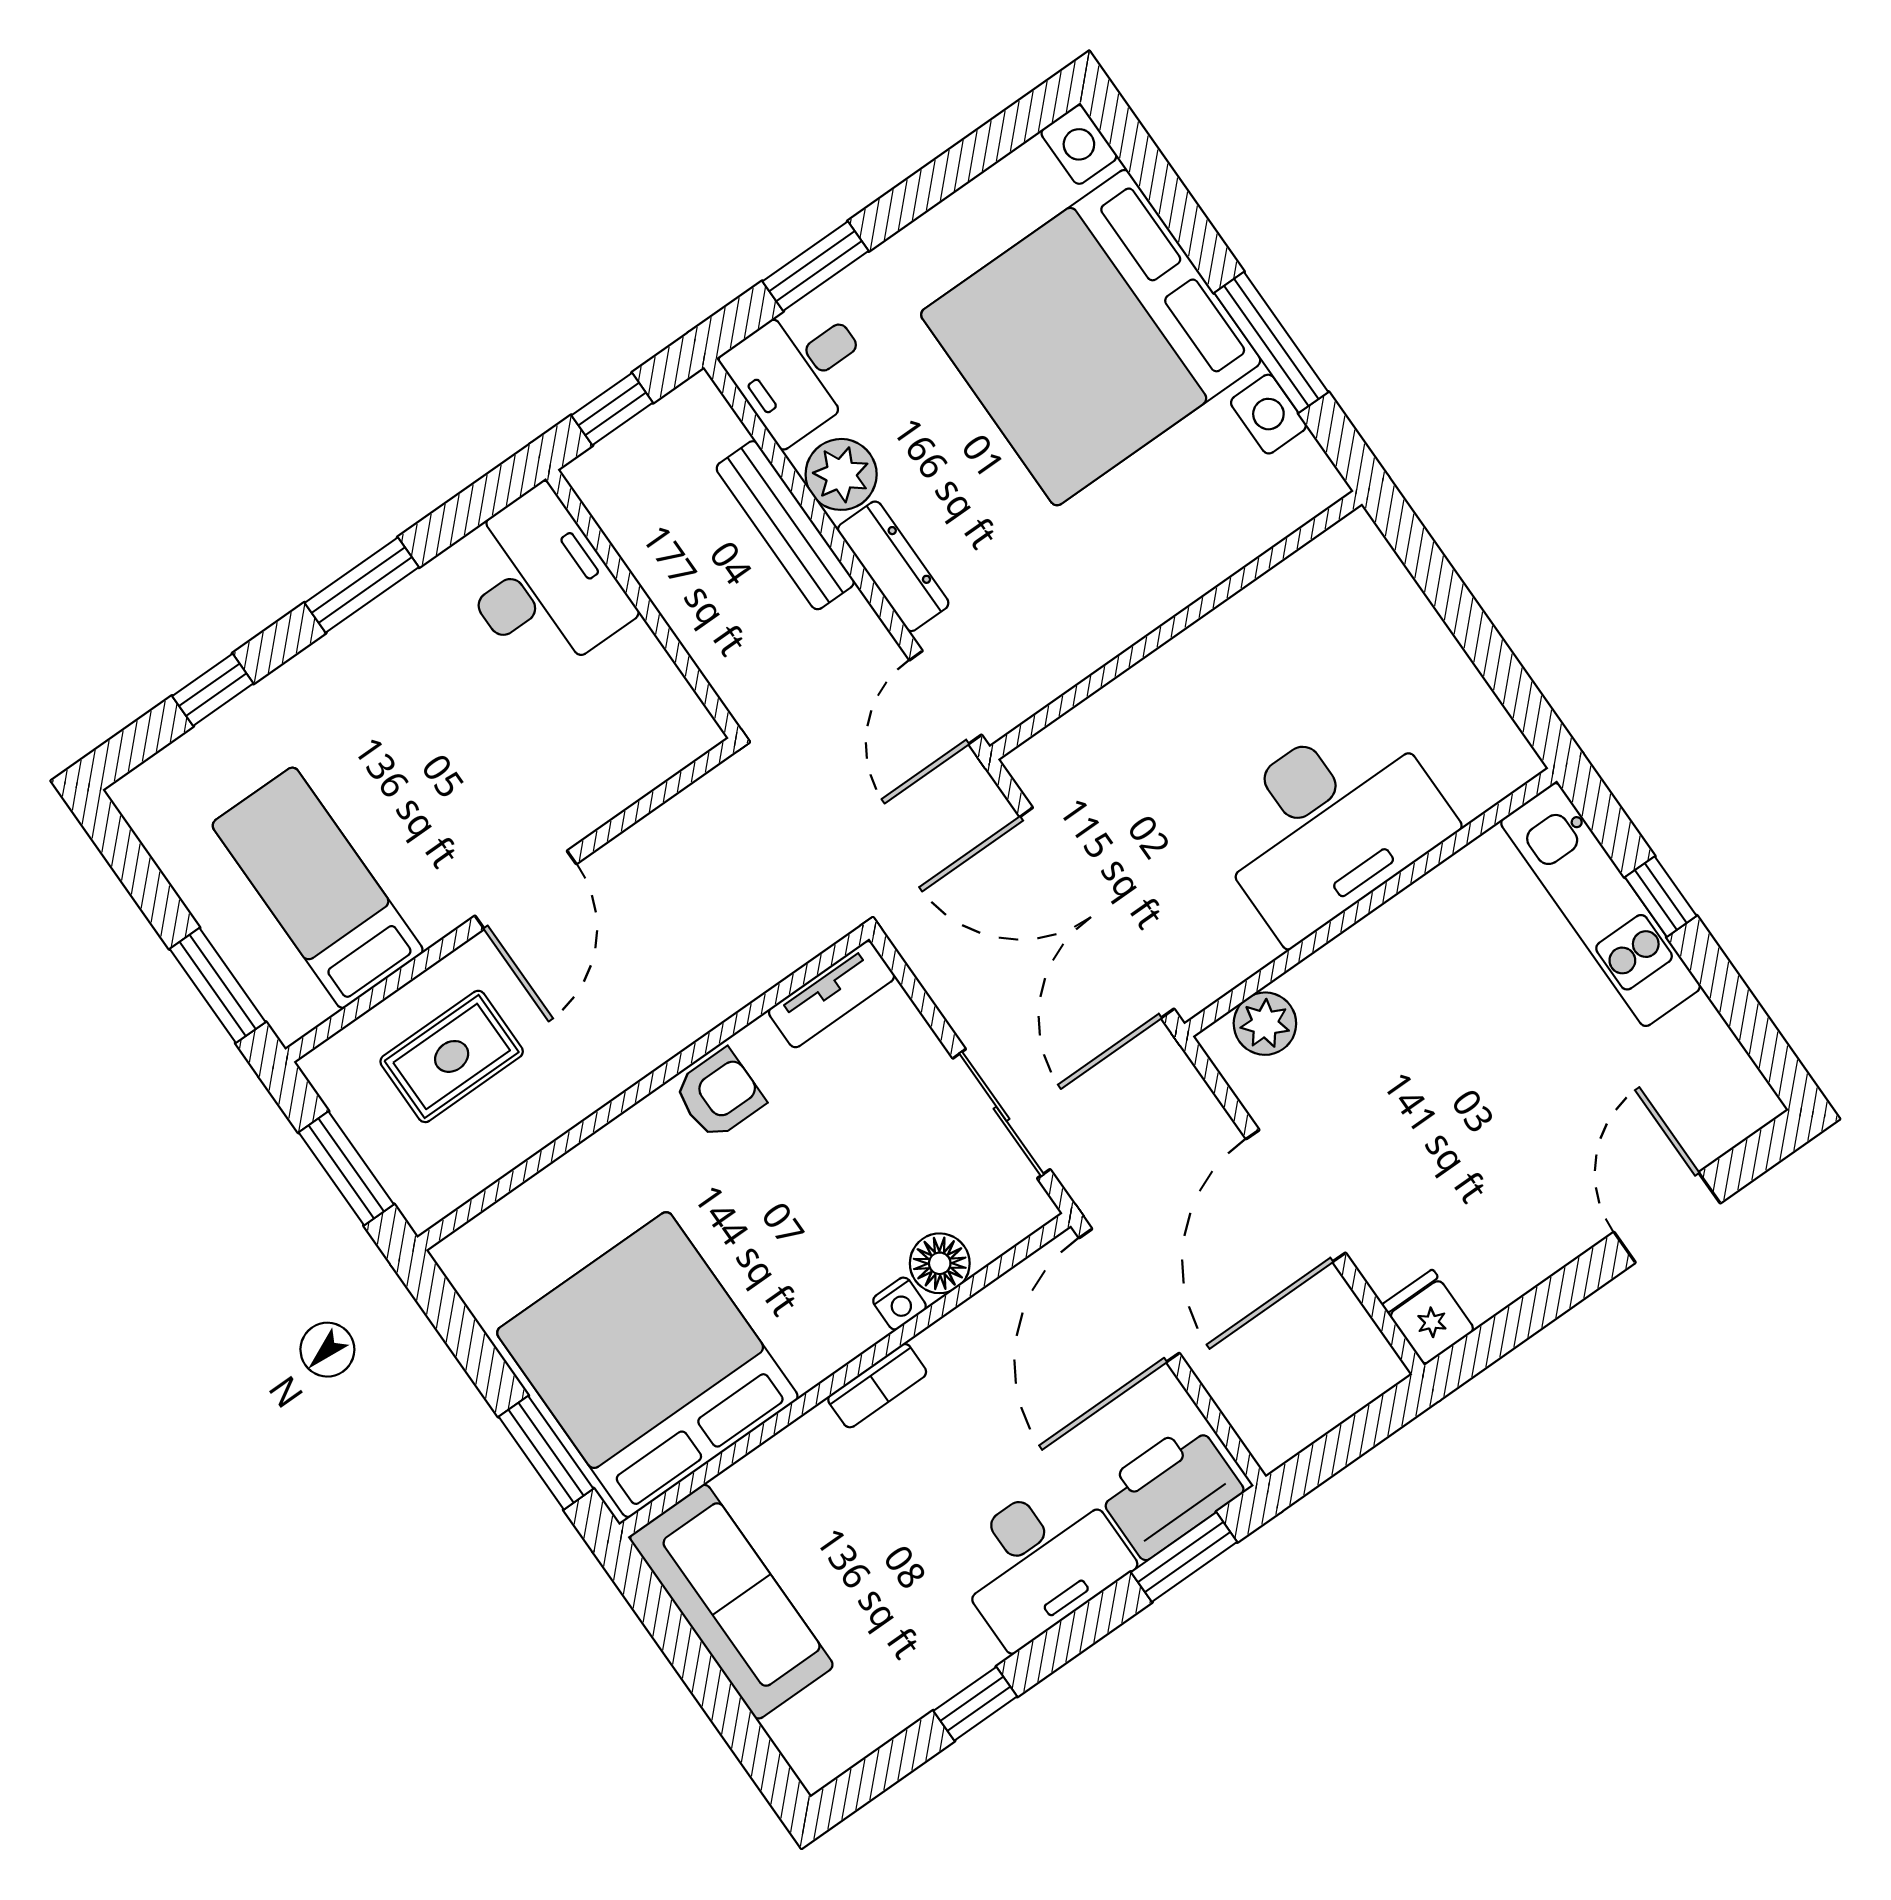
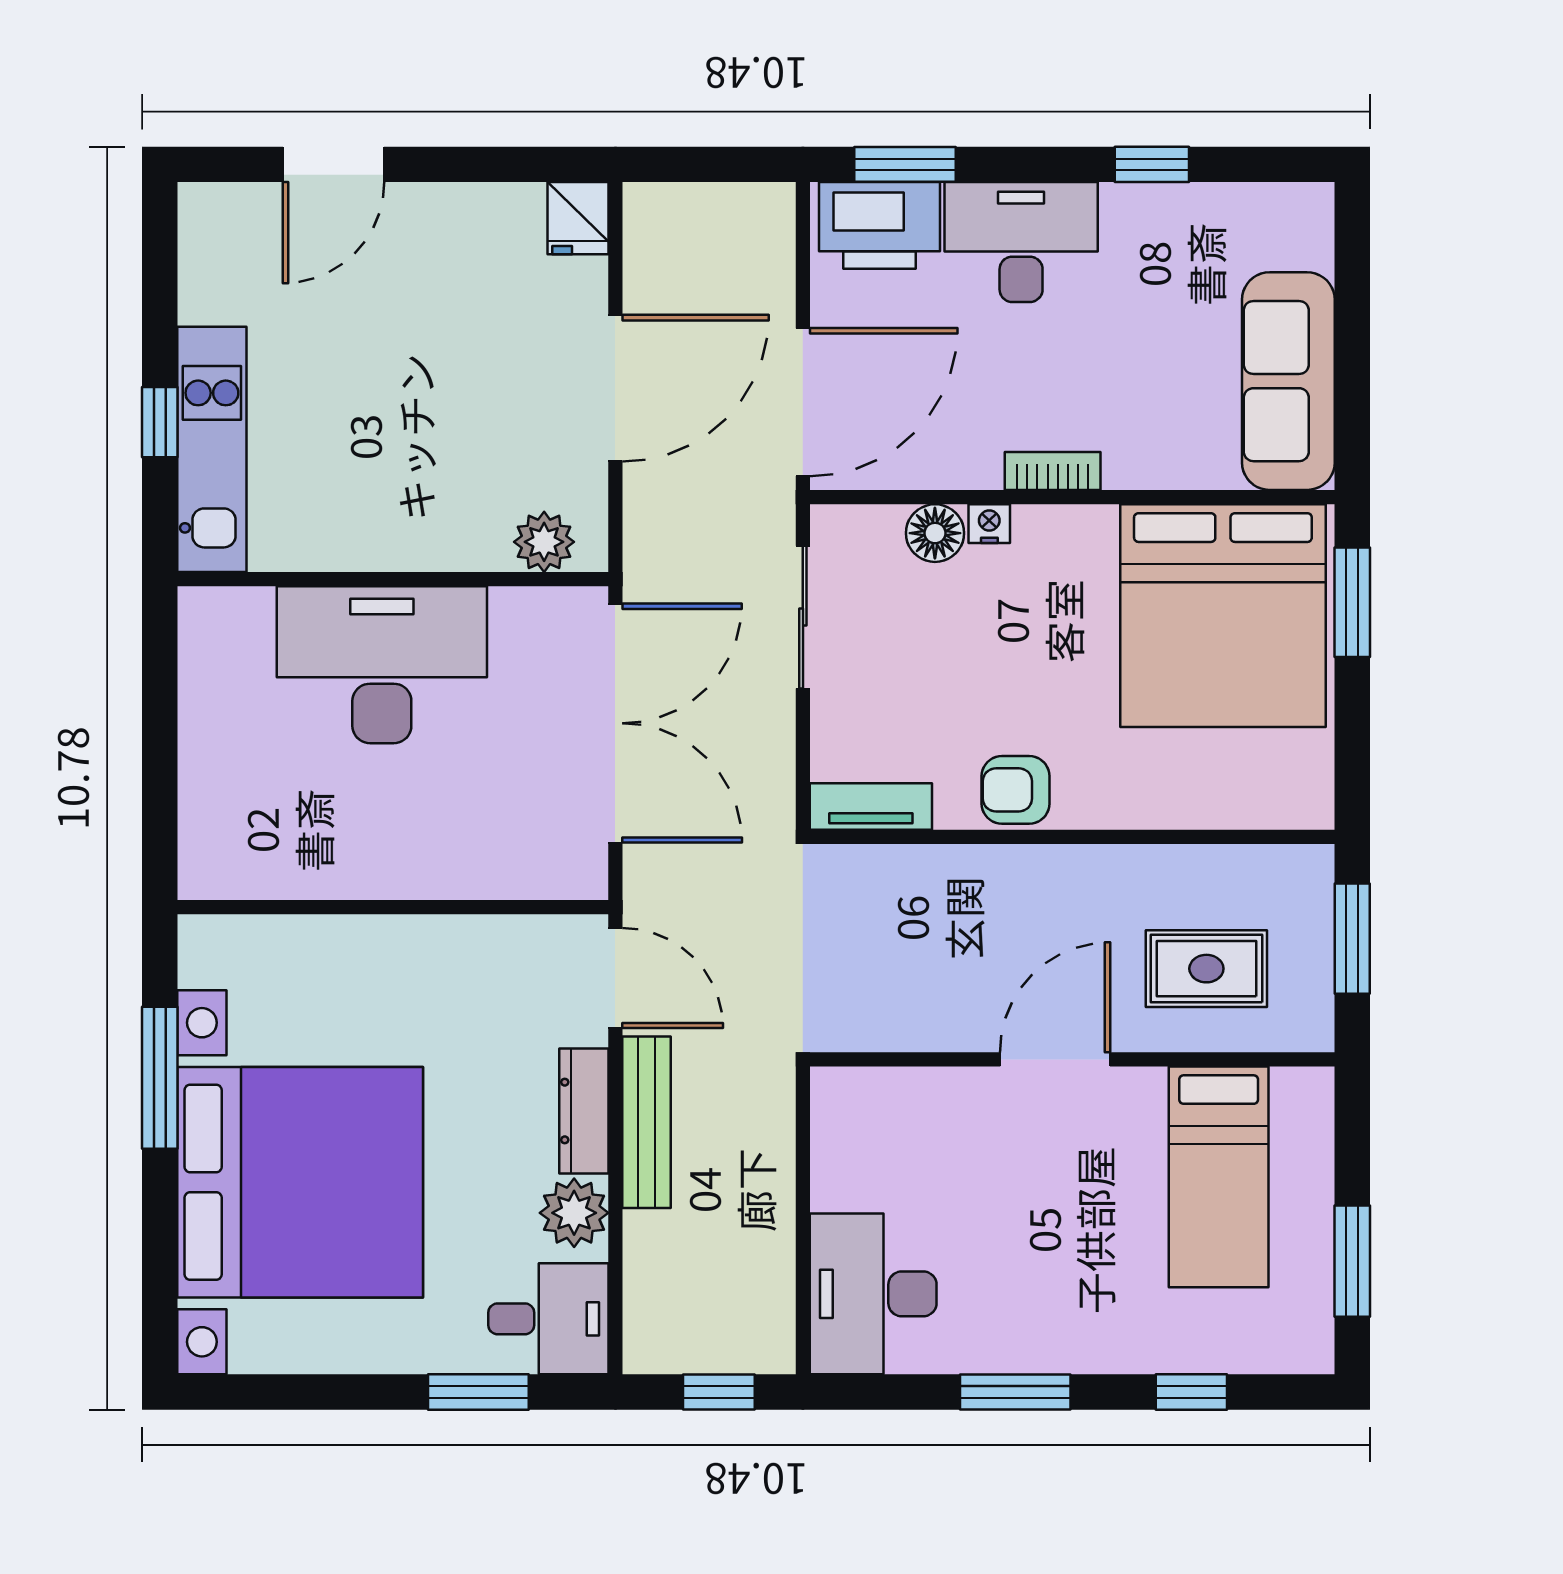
bench: (785, 525) -> (646, 1122), moved
door: (946, 697) -> (615, 978), hinge flipped
window: (218, 985) -> (1352, 1261), moved

